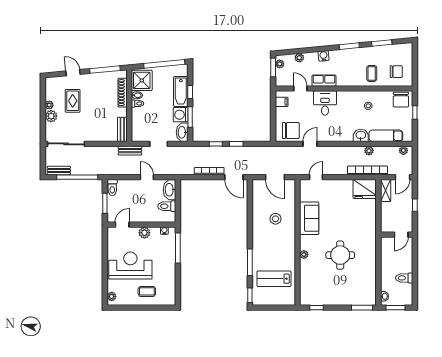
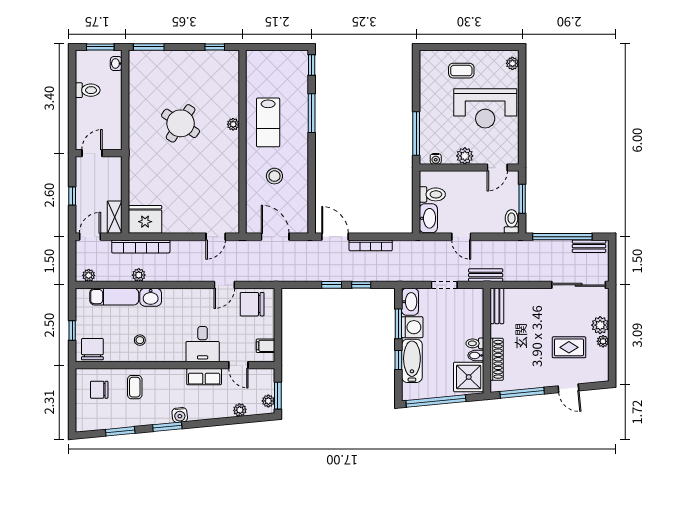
water cooler: (324, 56) -> (180, 415), moved
rug: (73, 101) -> (569, 347), turned 90
sofa: (309, 218) -> (226, 177), removed
round table: (340, 255) -> (181, 123), turned 33
lab bench: (274, 279) -> (268, 122), moved, turned 90

